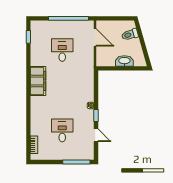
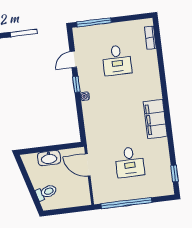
door: (95, 37) -> (88, 165), moved
door: (96, 135) -> (73, 59), hinge flipped

